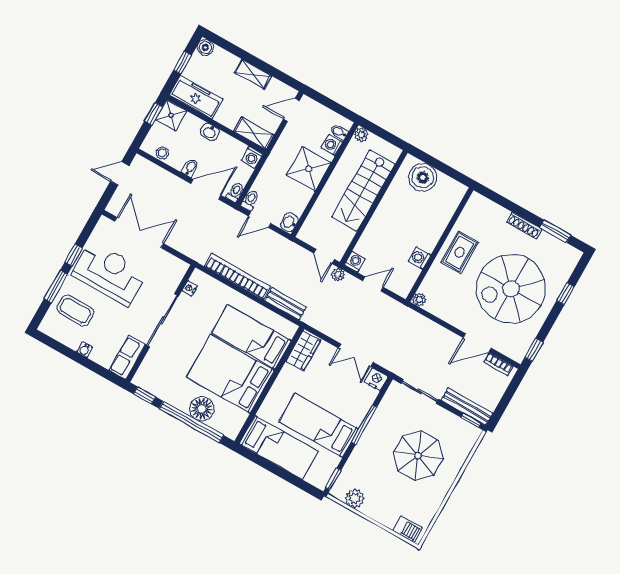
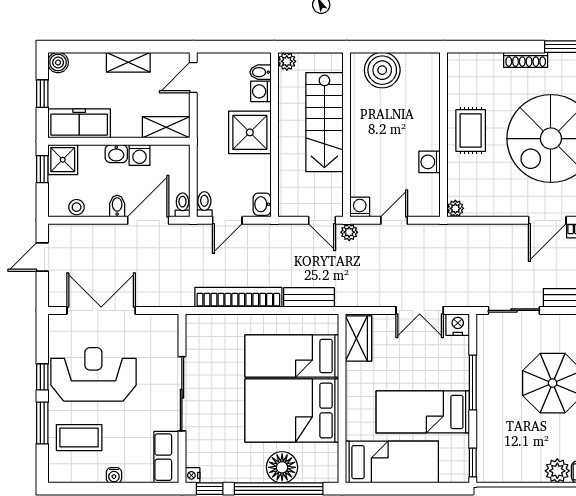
washing machine: (252, 157) -> (140, 155), moved
nightstand: (190, 288) -> (193, 475), moved
plant: (355, 498) -> (557, 471), moved

